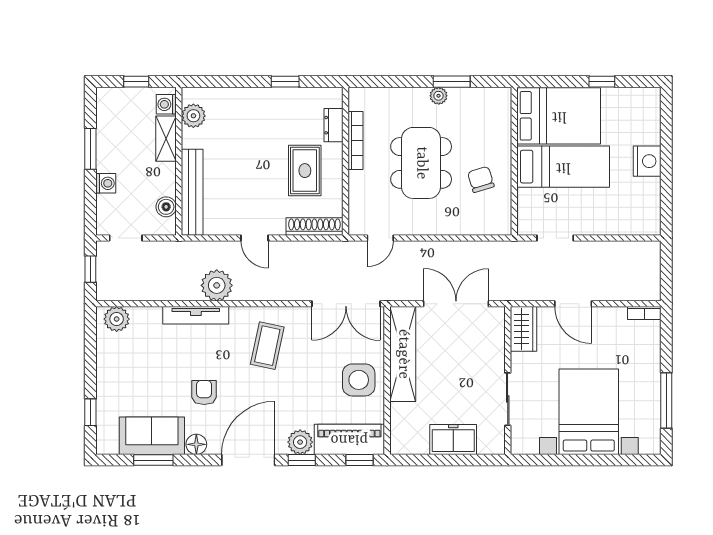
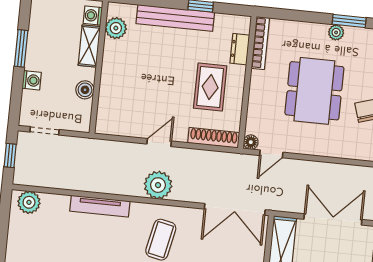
bookcase: (356, 140) -> (260, 43), moved
bench: (192, 192) -> (175, 18), moved, turned 90
boiler: (166, 207) -> (85, 90), moved
floor lamp: (356, 227) -> (251, 142), added
door: (254, 238) -> (159, 142), swing flipped
plant: (217, 285) -> (158, 185), moved

